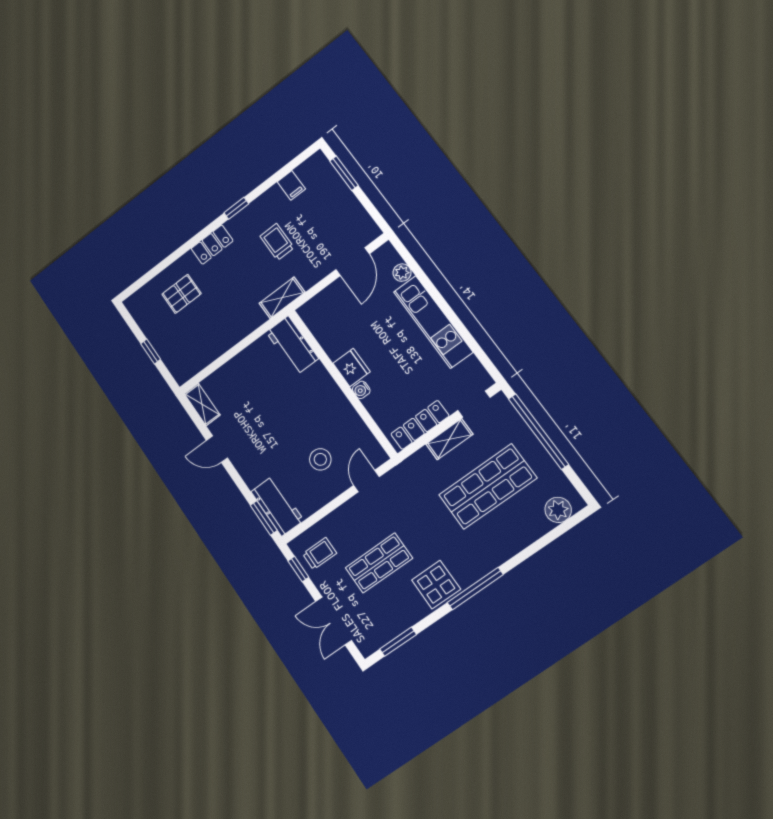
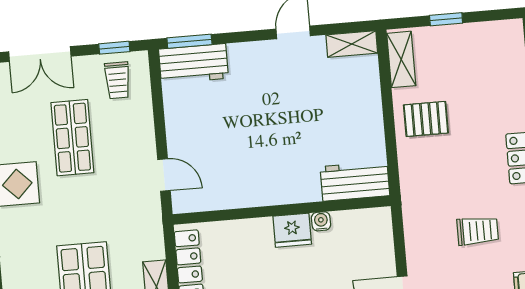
pallet: (182, 294) -> (426, 119), moved, turned 90
shelving: (282, 298) -> (401, 59), moved
water cooler: (361, 390) -> (321, 221), moved
stool: (320, 459) -> (215, 139), removed
double door: (334, 621) -> (40, 54), swing flipped

